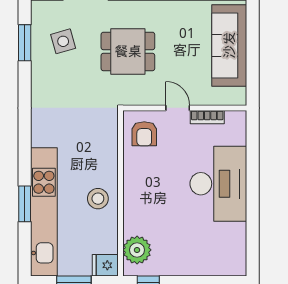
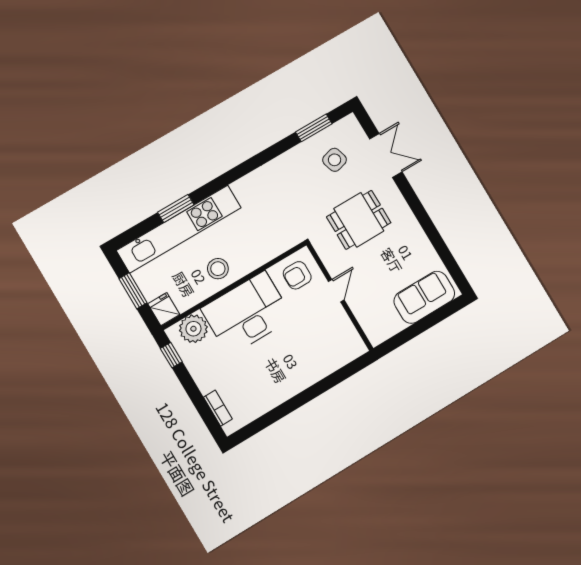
sofa: (229, 45) -> (424, 297), width x0.73
dining table: (128, 51) -> (359, 220), turned 90
bookcase: (207, 117) -> (218, 408), moved, turned 180
desk: (218, 184) -> (247, 313), moved, turned 180

